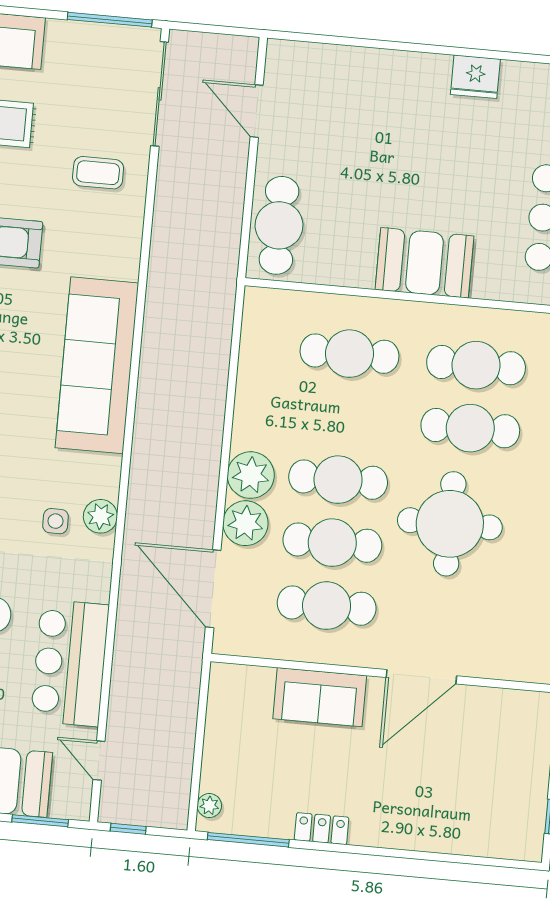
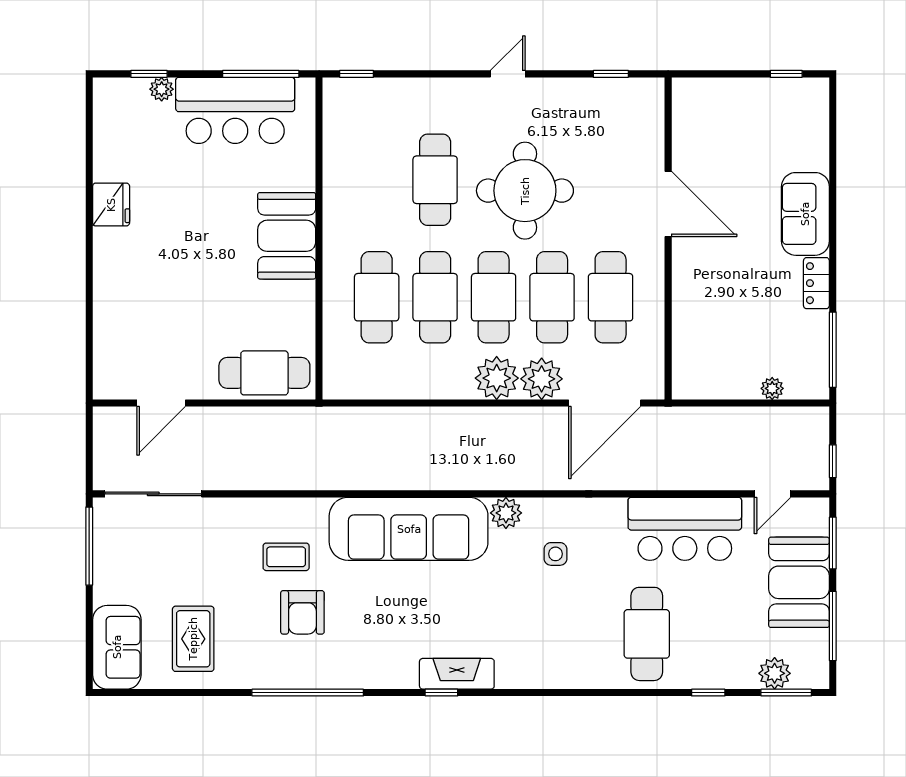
coffee table: (98, 173) -> (286, 557), moved, turned 90
cafe table: (476, 365) -> (435, 297), moved
plant: (100, 516) -> (506, 513), moved
sofa: (320, 697) -> (805, 214), moved, turned 180
plant: (209, 806) -> (772, 388), moved

